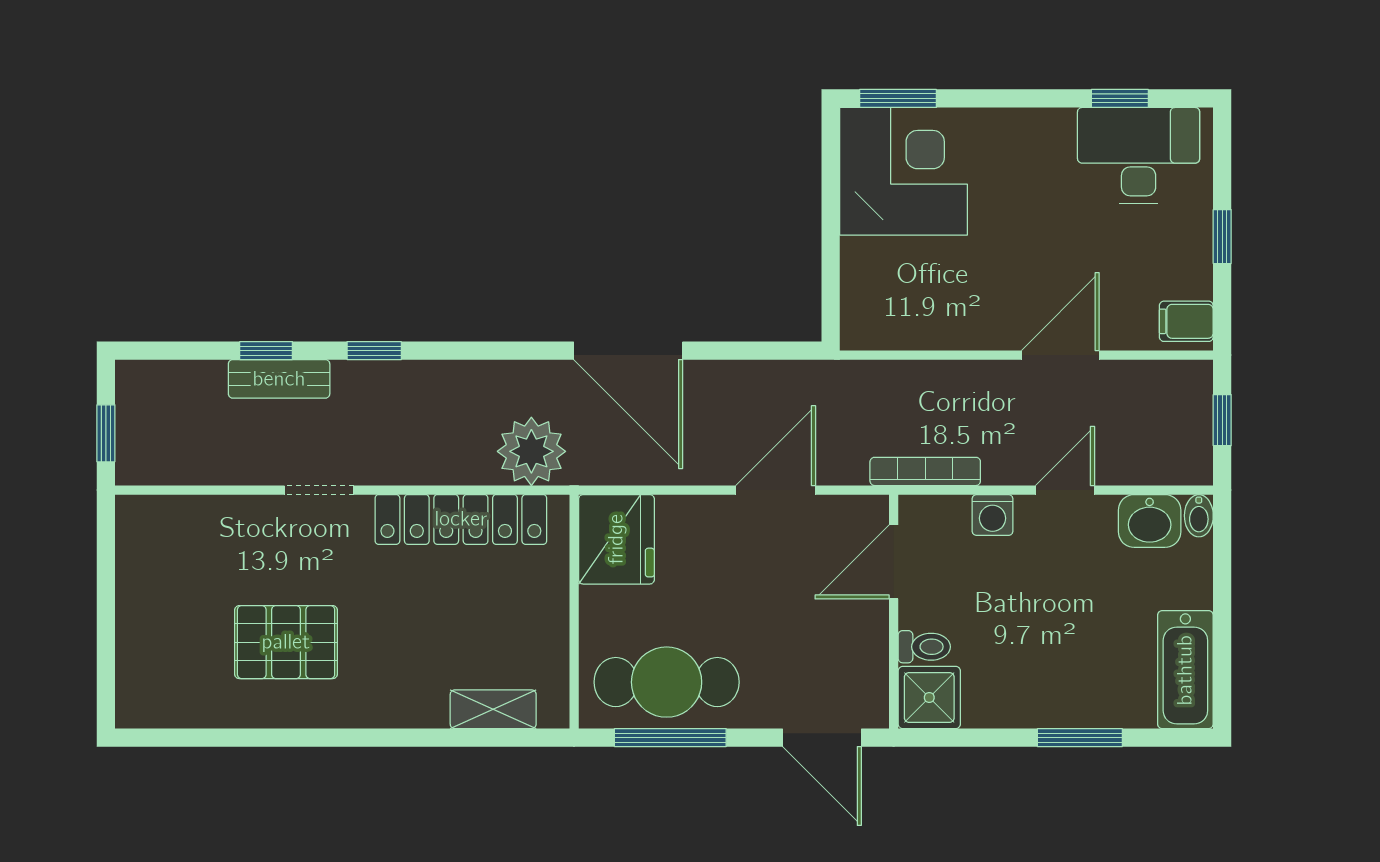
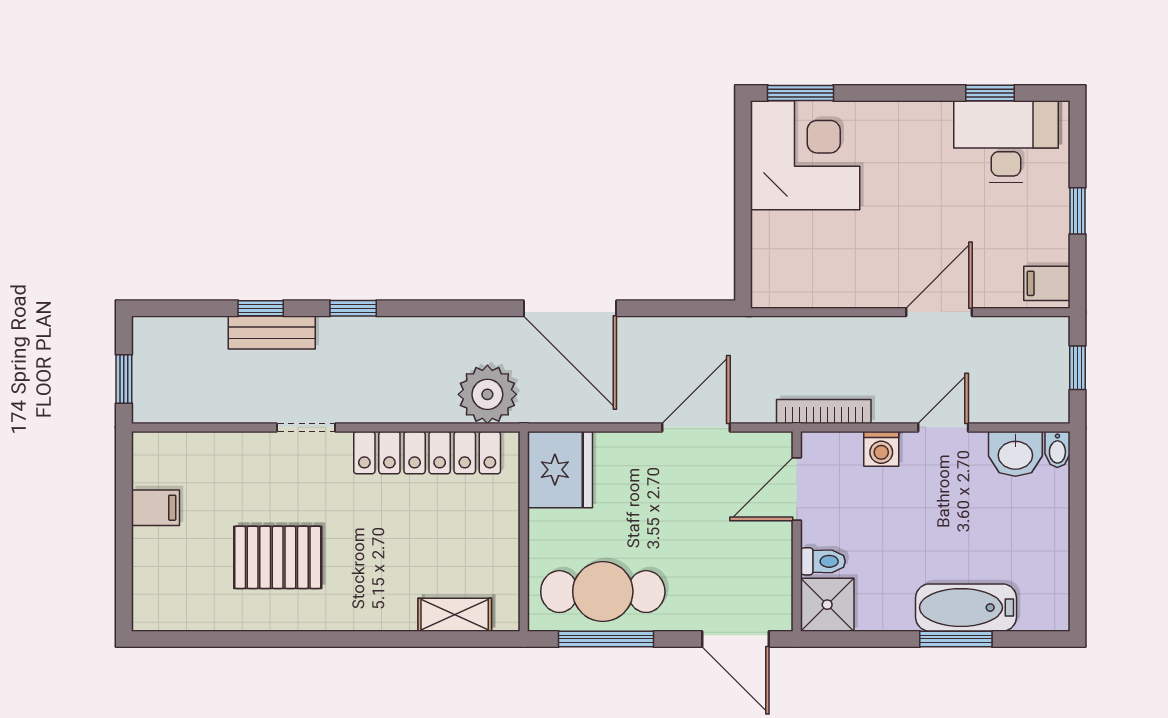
filing cabinet: (143, 584) -> (155, 508), added
bathtub: (1185, 670) -> (966, 608), moved, turned 90

